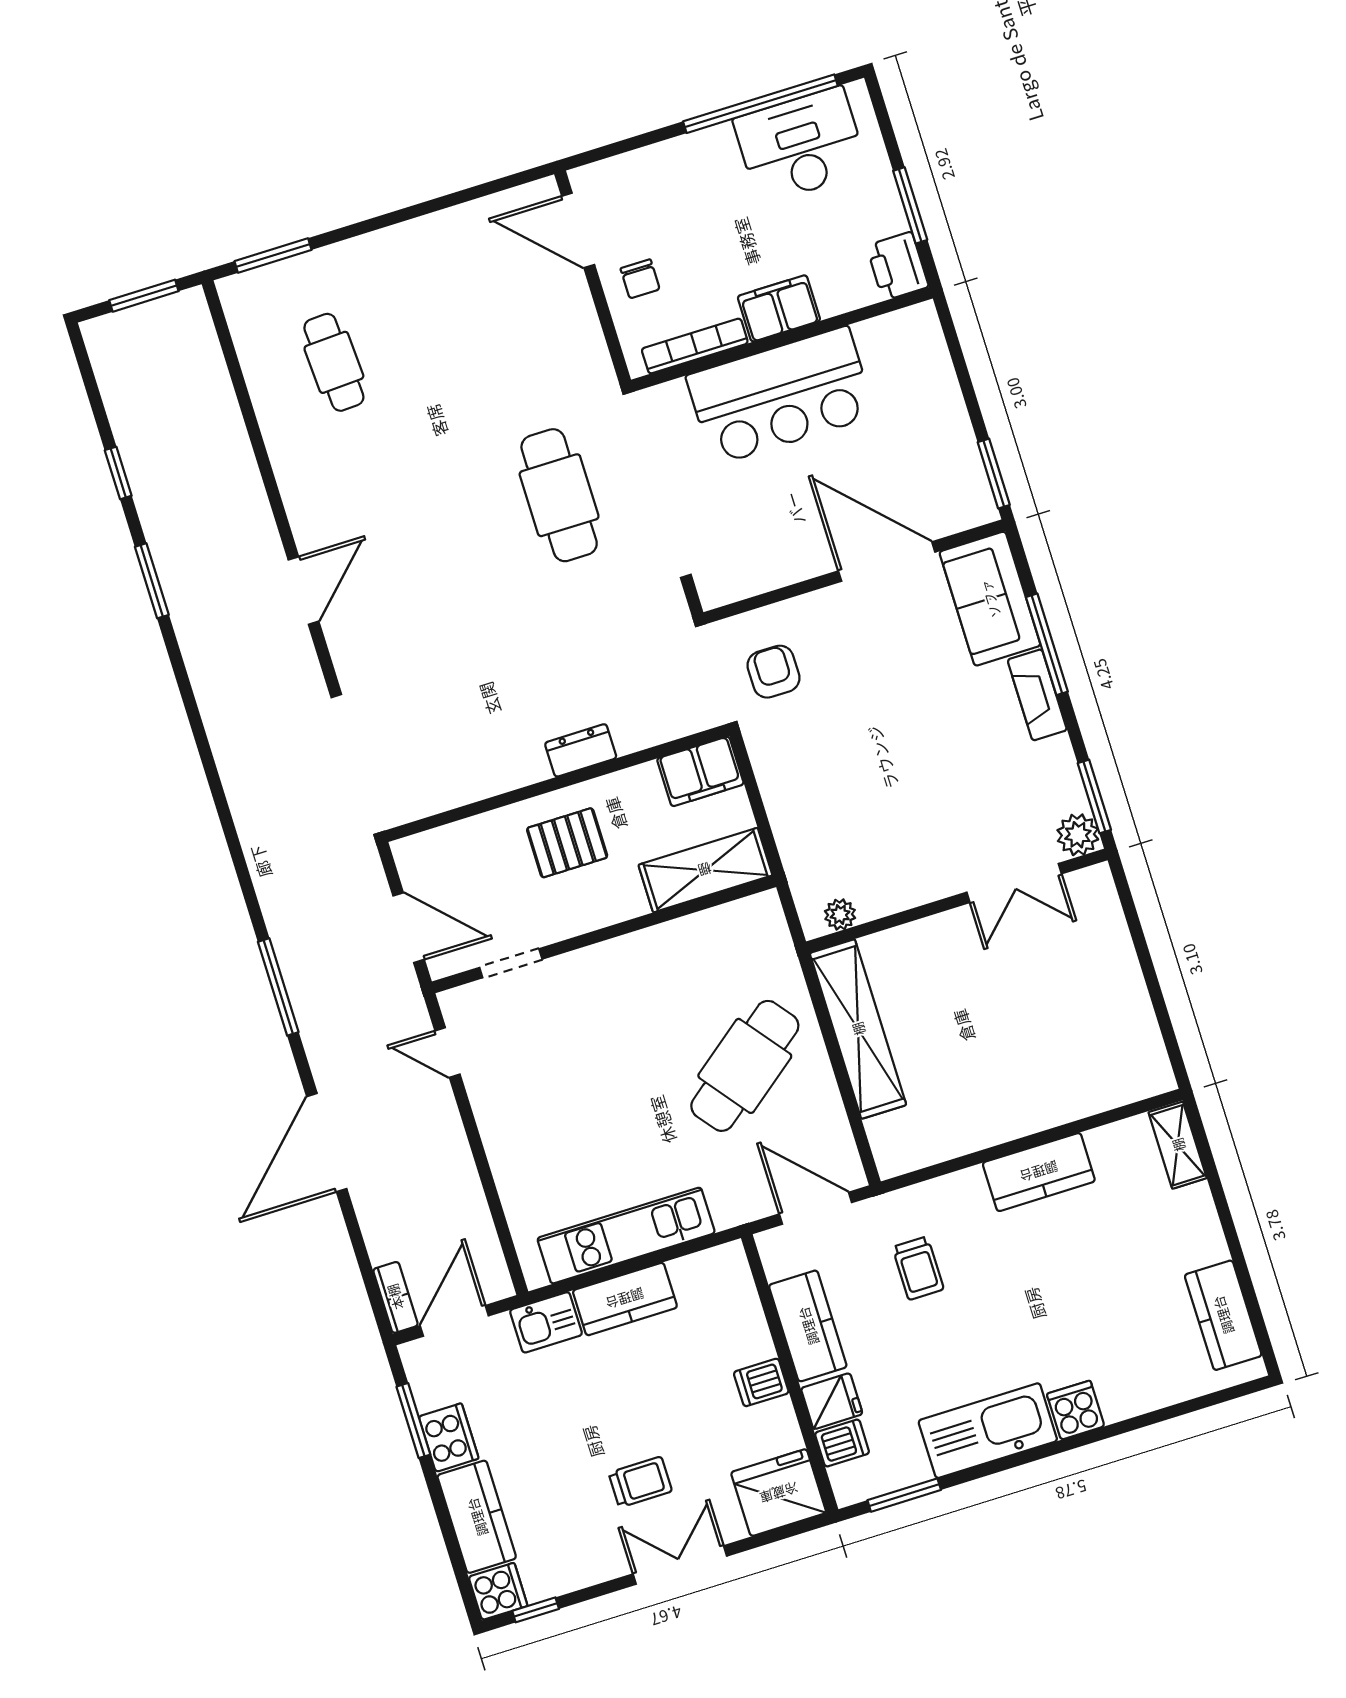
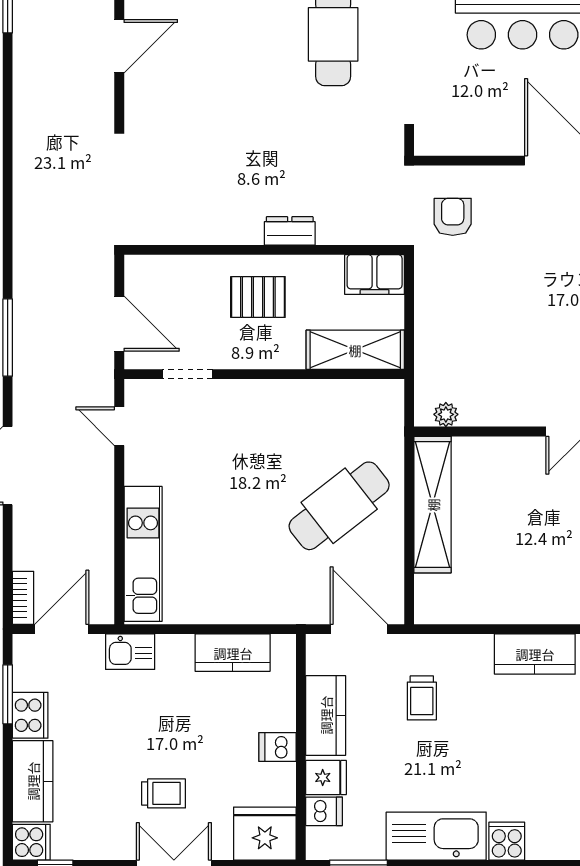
kitchen unit: (626, 1236) -> (143, 554), moved, turned 90
kitchen counter: (625, 1299) -> (233, 653), moved

